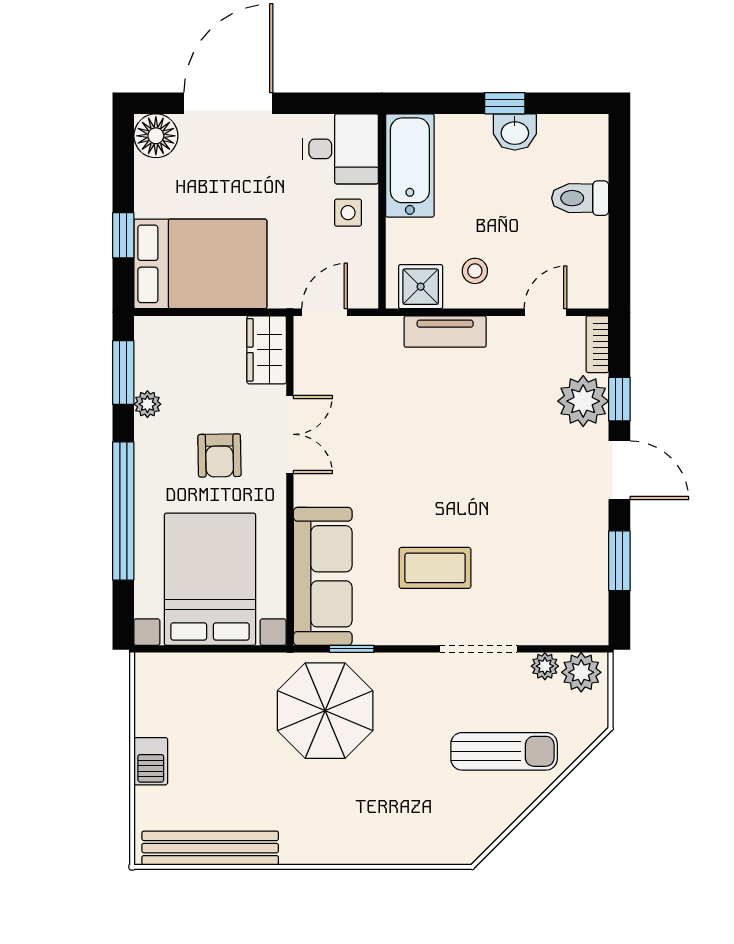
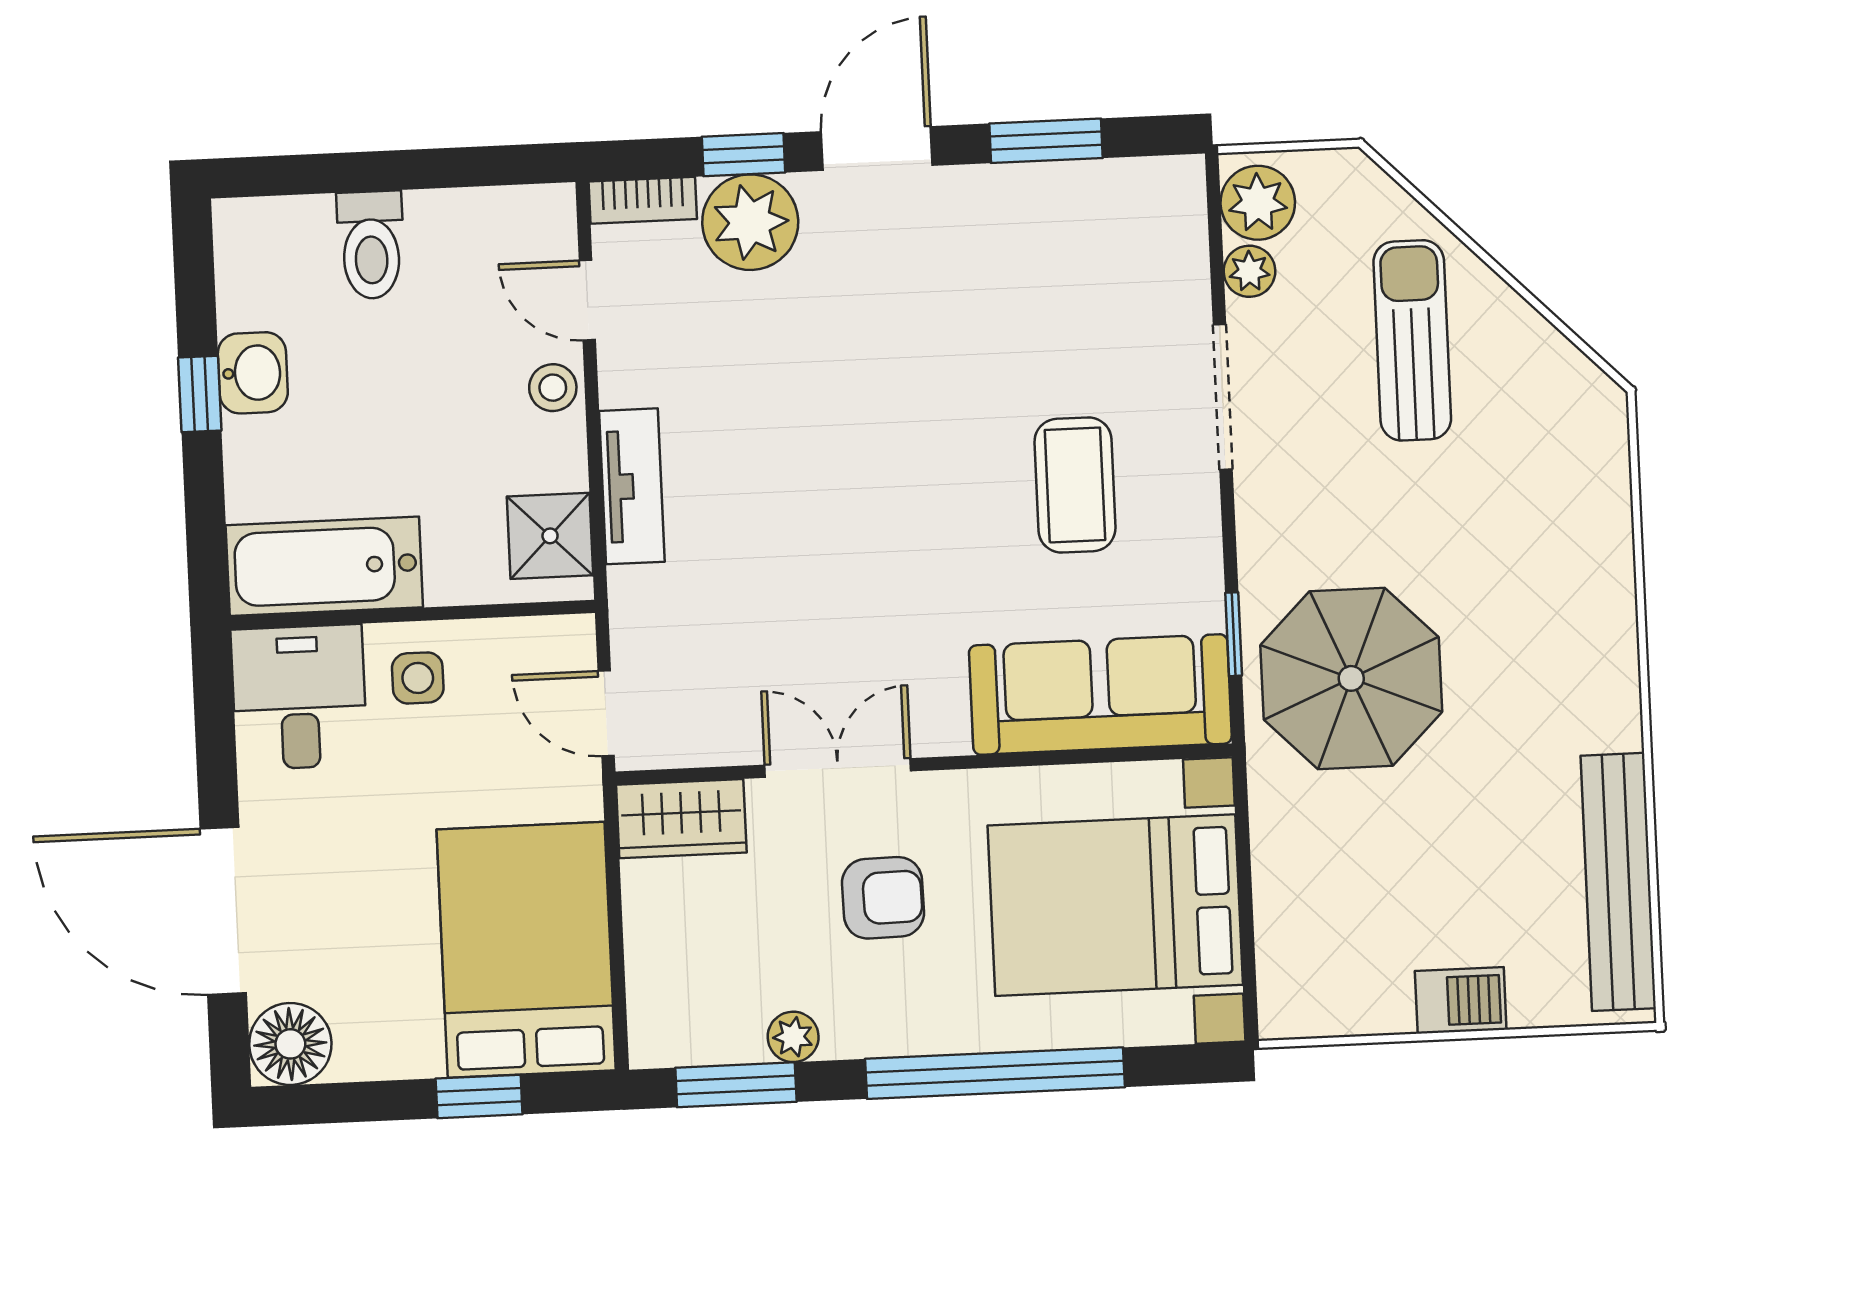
stool: (475, 271) -> (553, 388), moved

